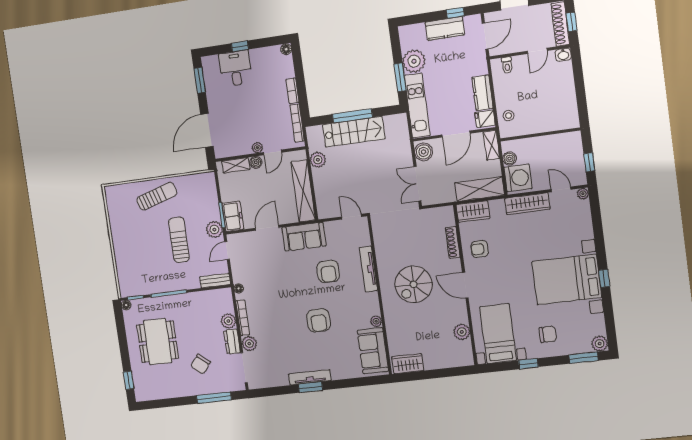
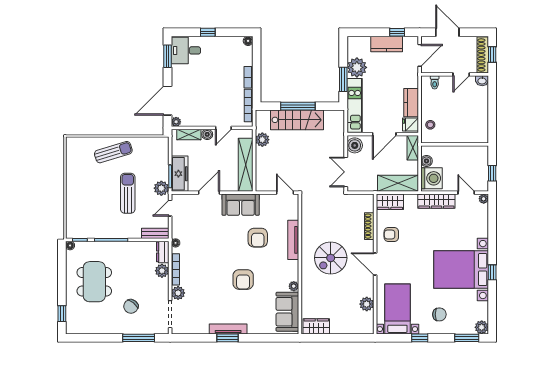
desk: (236, 68) -> (186, 50), moved, turned -90
plant: (257, 148) -> (176, 122), moved
freezer: (233, 216) -> (180, 174), width x1.40
dresser: (232, 342) -> (163, 252), moved

